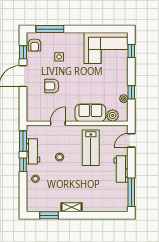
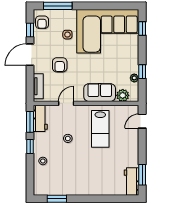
corner sofa: (106, 48) -> (108, 31), width x1.36, depth x1.36
armchair: (52, 86) -> (60, 65), turned -90
tv unit: (31, 107) -> (38, 86), added
workbench: (33, 151) -> (40, 118), moved
workbench: (121, 169) -> (131, 181), moved
window: (131, 192) -> (142, 175), width x0.69
shelving: (72, 207) -> (80, 190), removed

